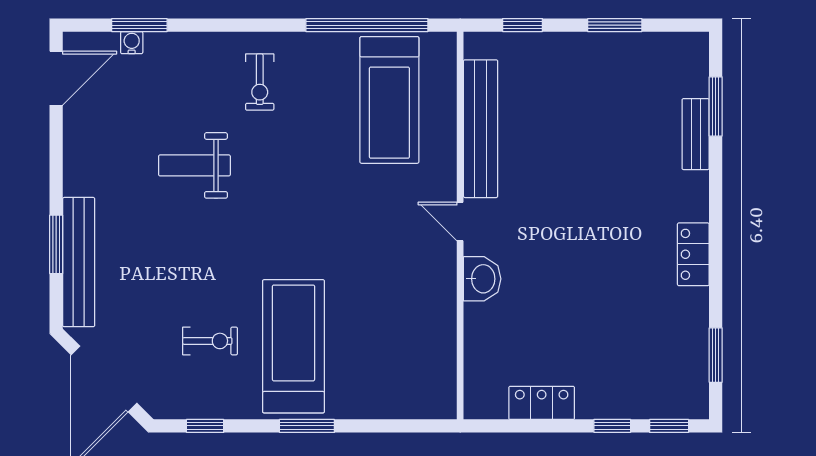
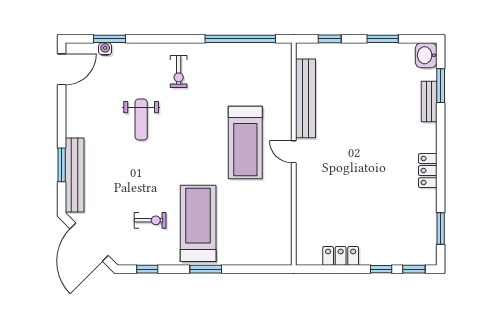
treadmill: (389, 100) -> (245, 142), moved
weight bench: (194, 165) -> (141, 119), turned -90
washbasin: (482, 279) -> (426, 55), moved, turned 180

